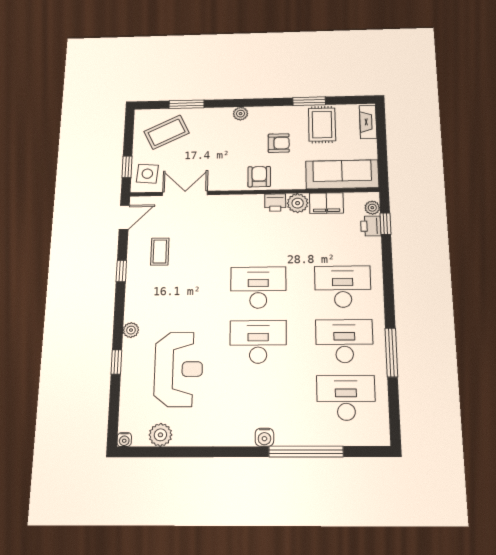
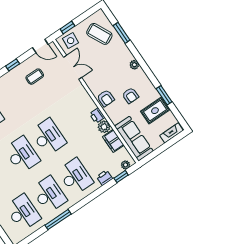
armchair: (259, 177) -> (106, 98), turned 90
printer: (371, 226) -> (104, 178), moved

